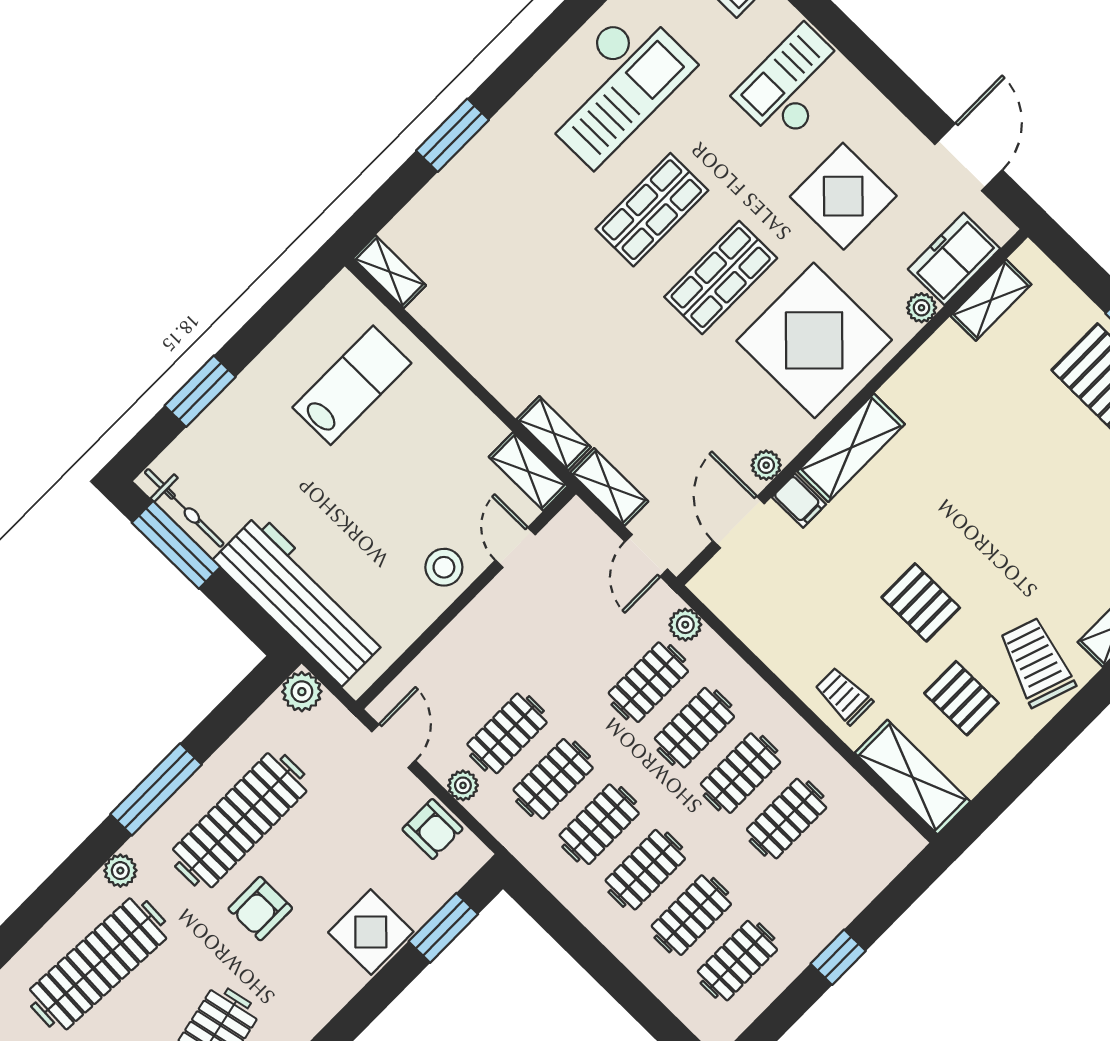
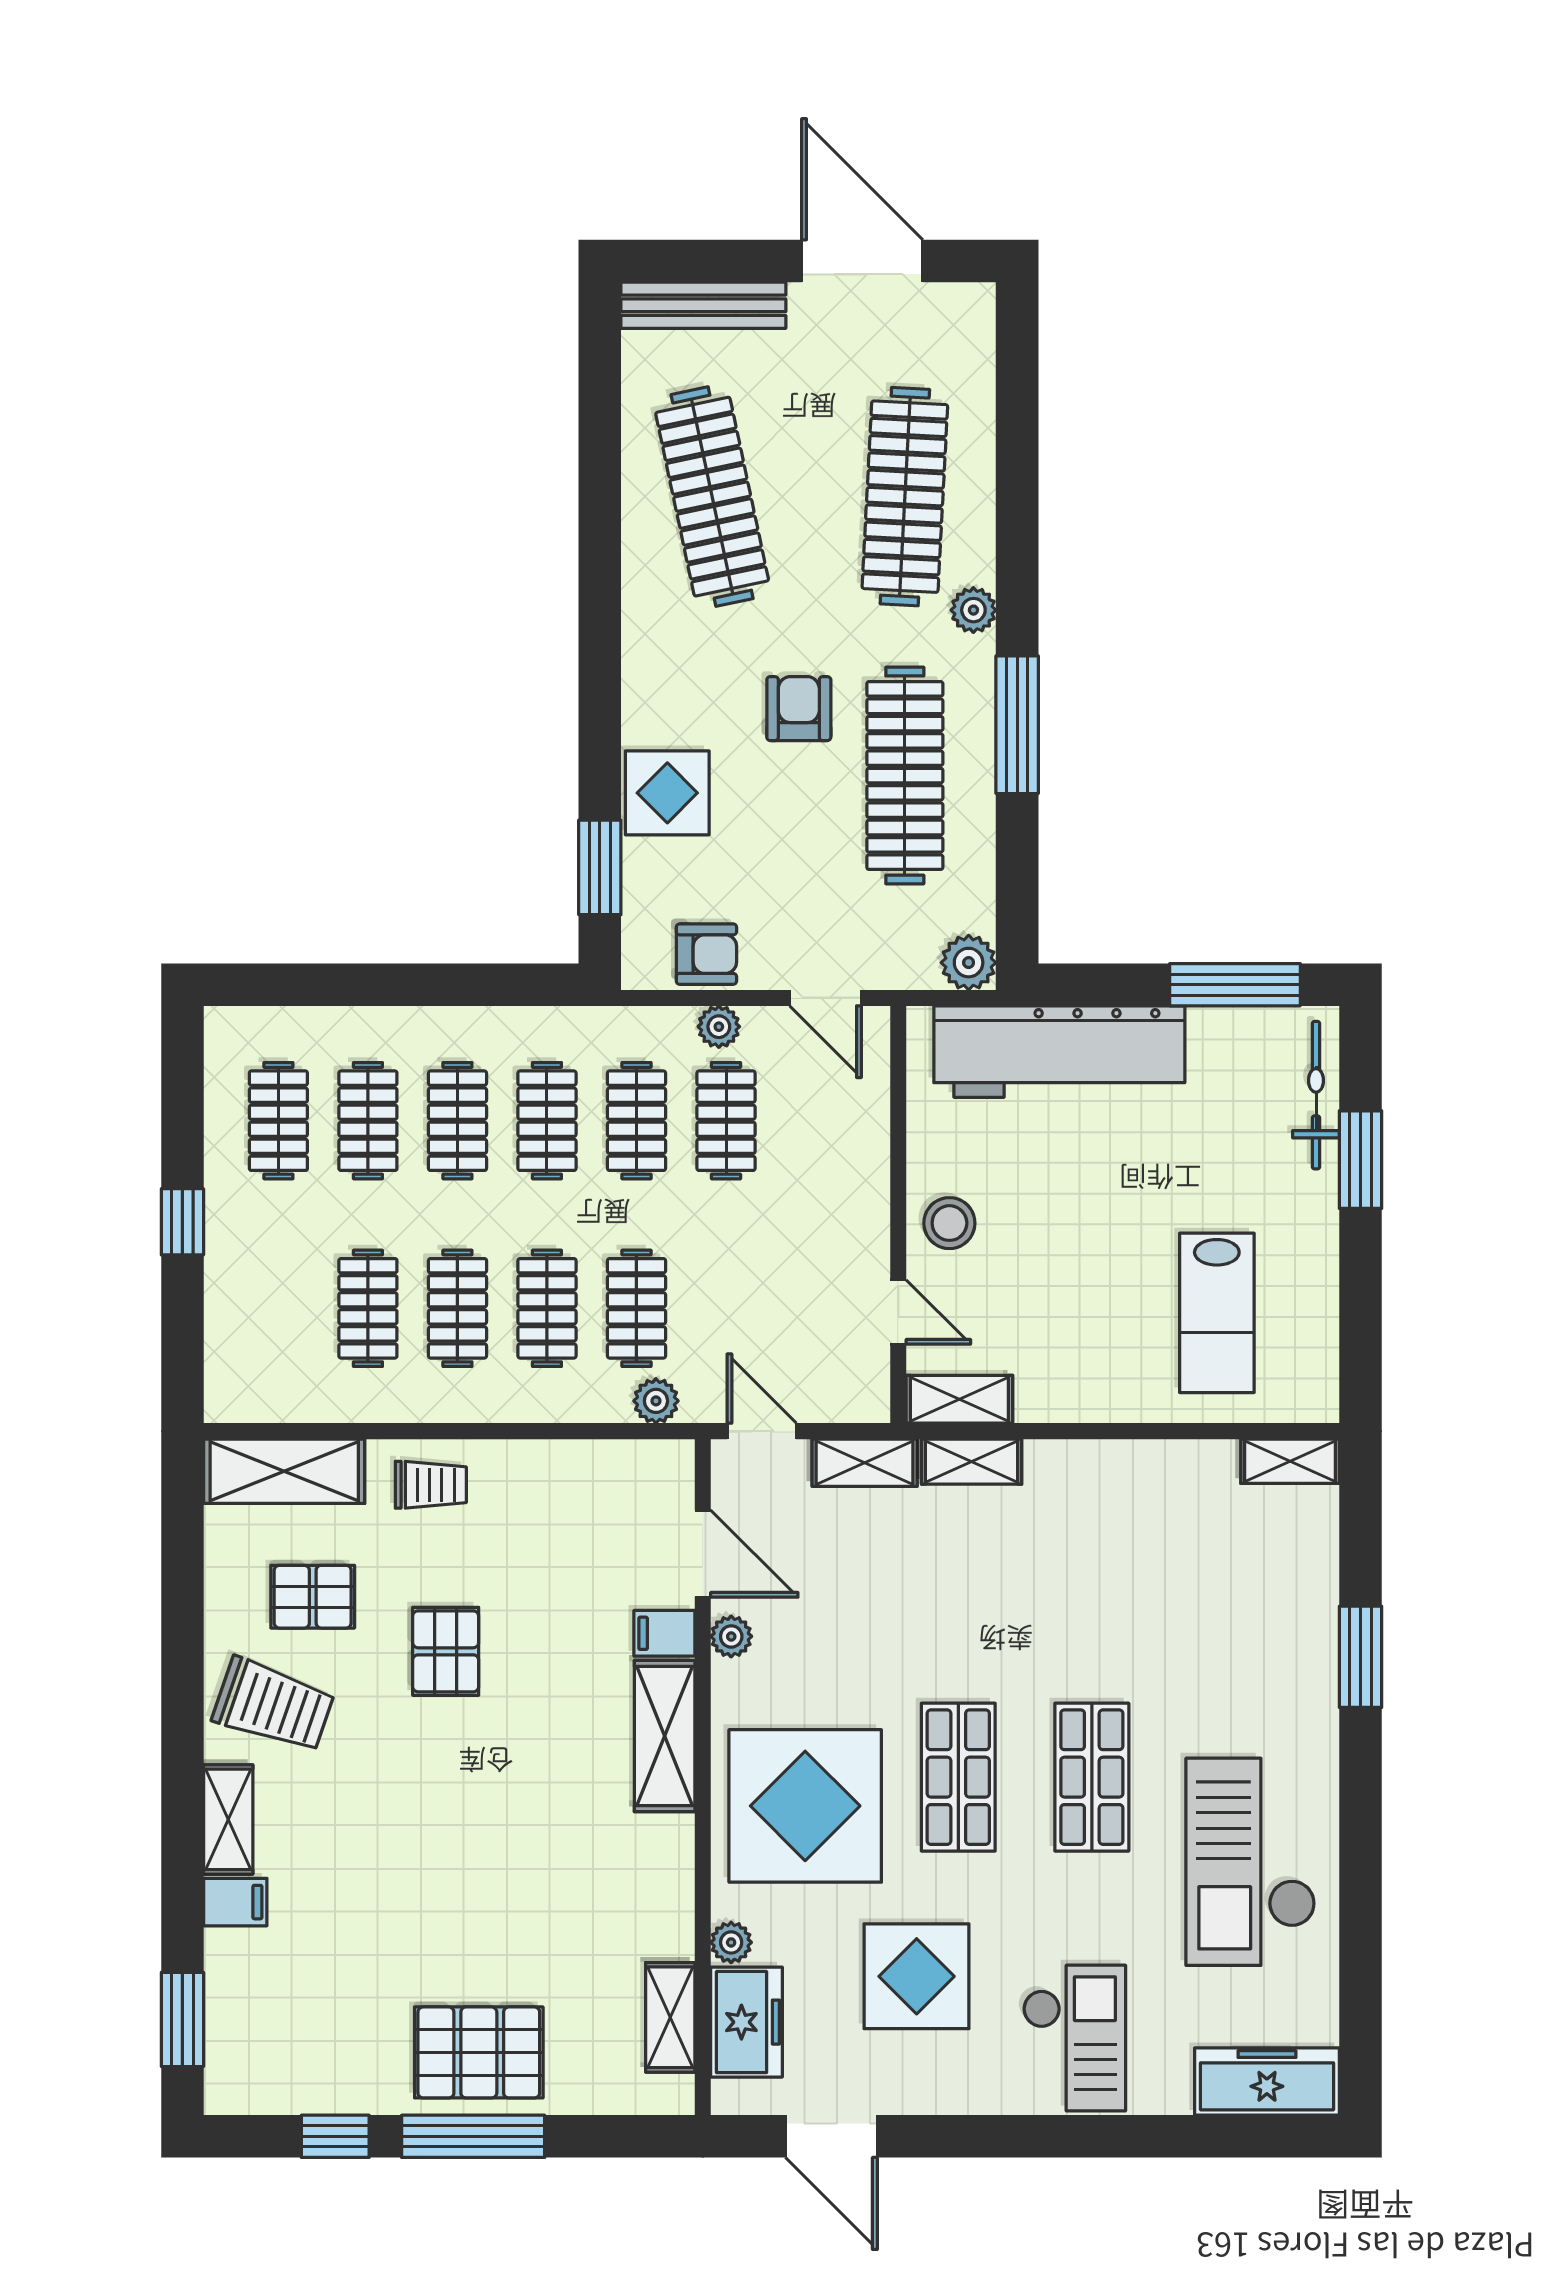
bicycle: (184, 508) -> (1316, 1095), moved, turned 90
pallet: (921, 602) -> (446, 1651), turned 90
armchair: (432, 829) -> (706, 954), turned 180

